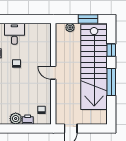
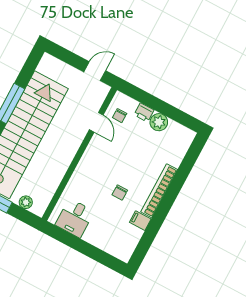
desk: (14, 34) -> (75, 218), moved
door: (53, 73) -> (96, 122), moved

